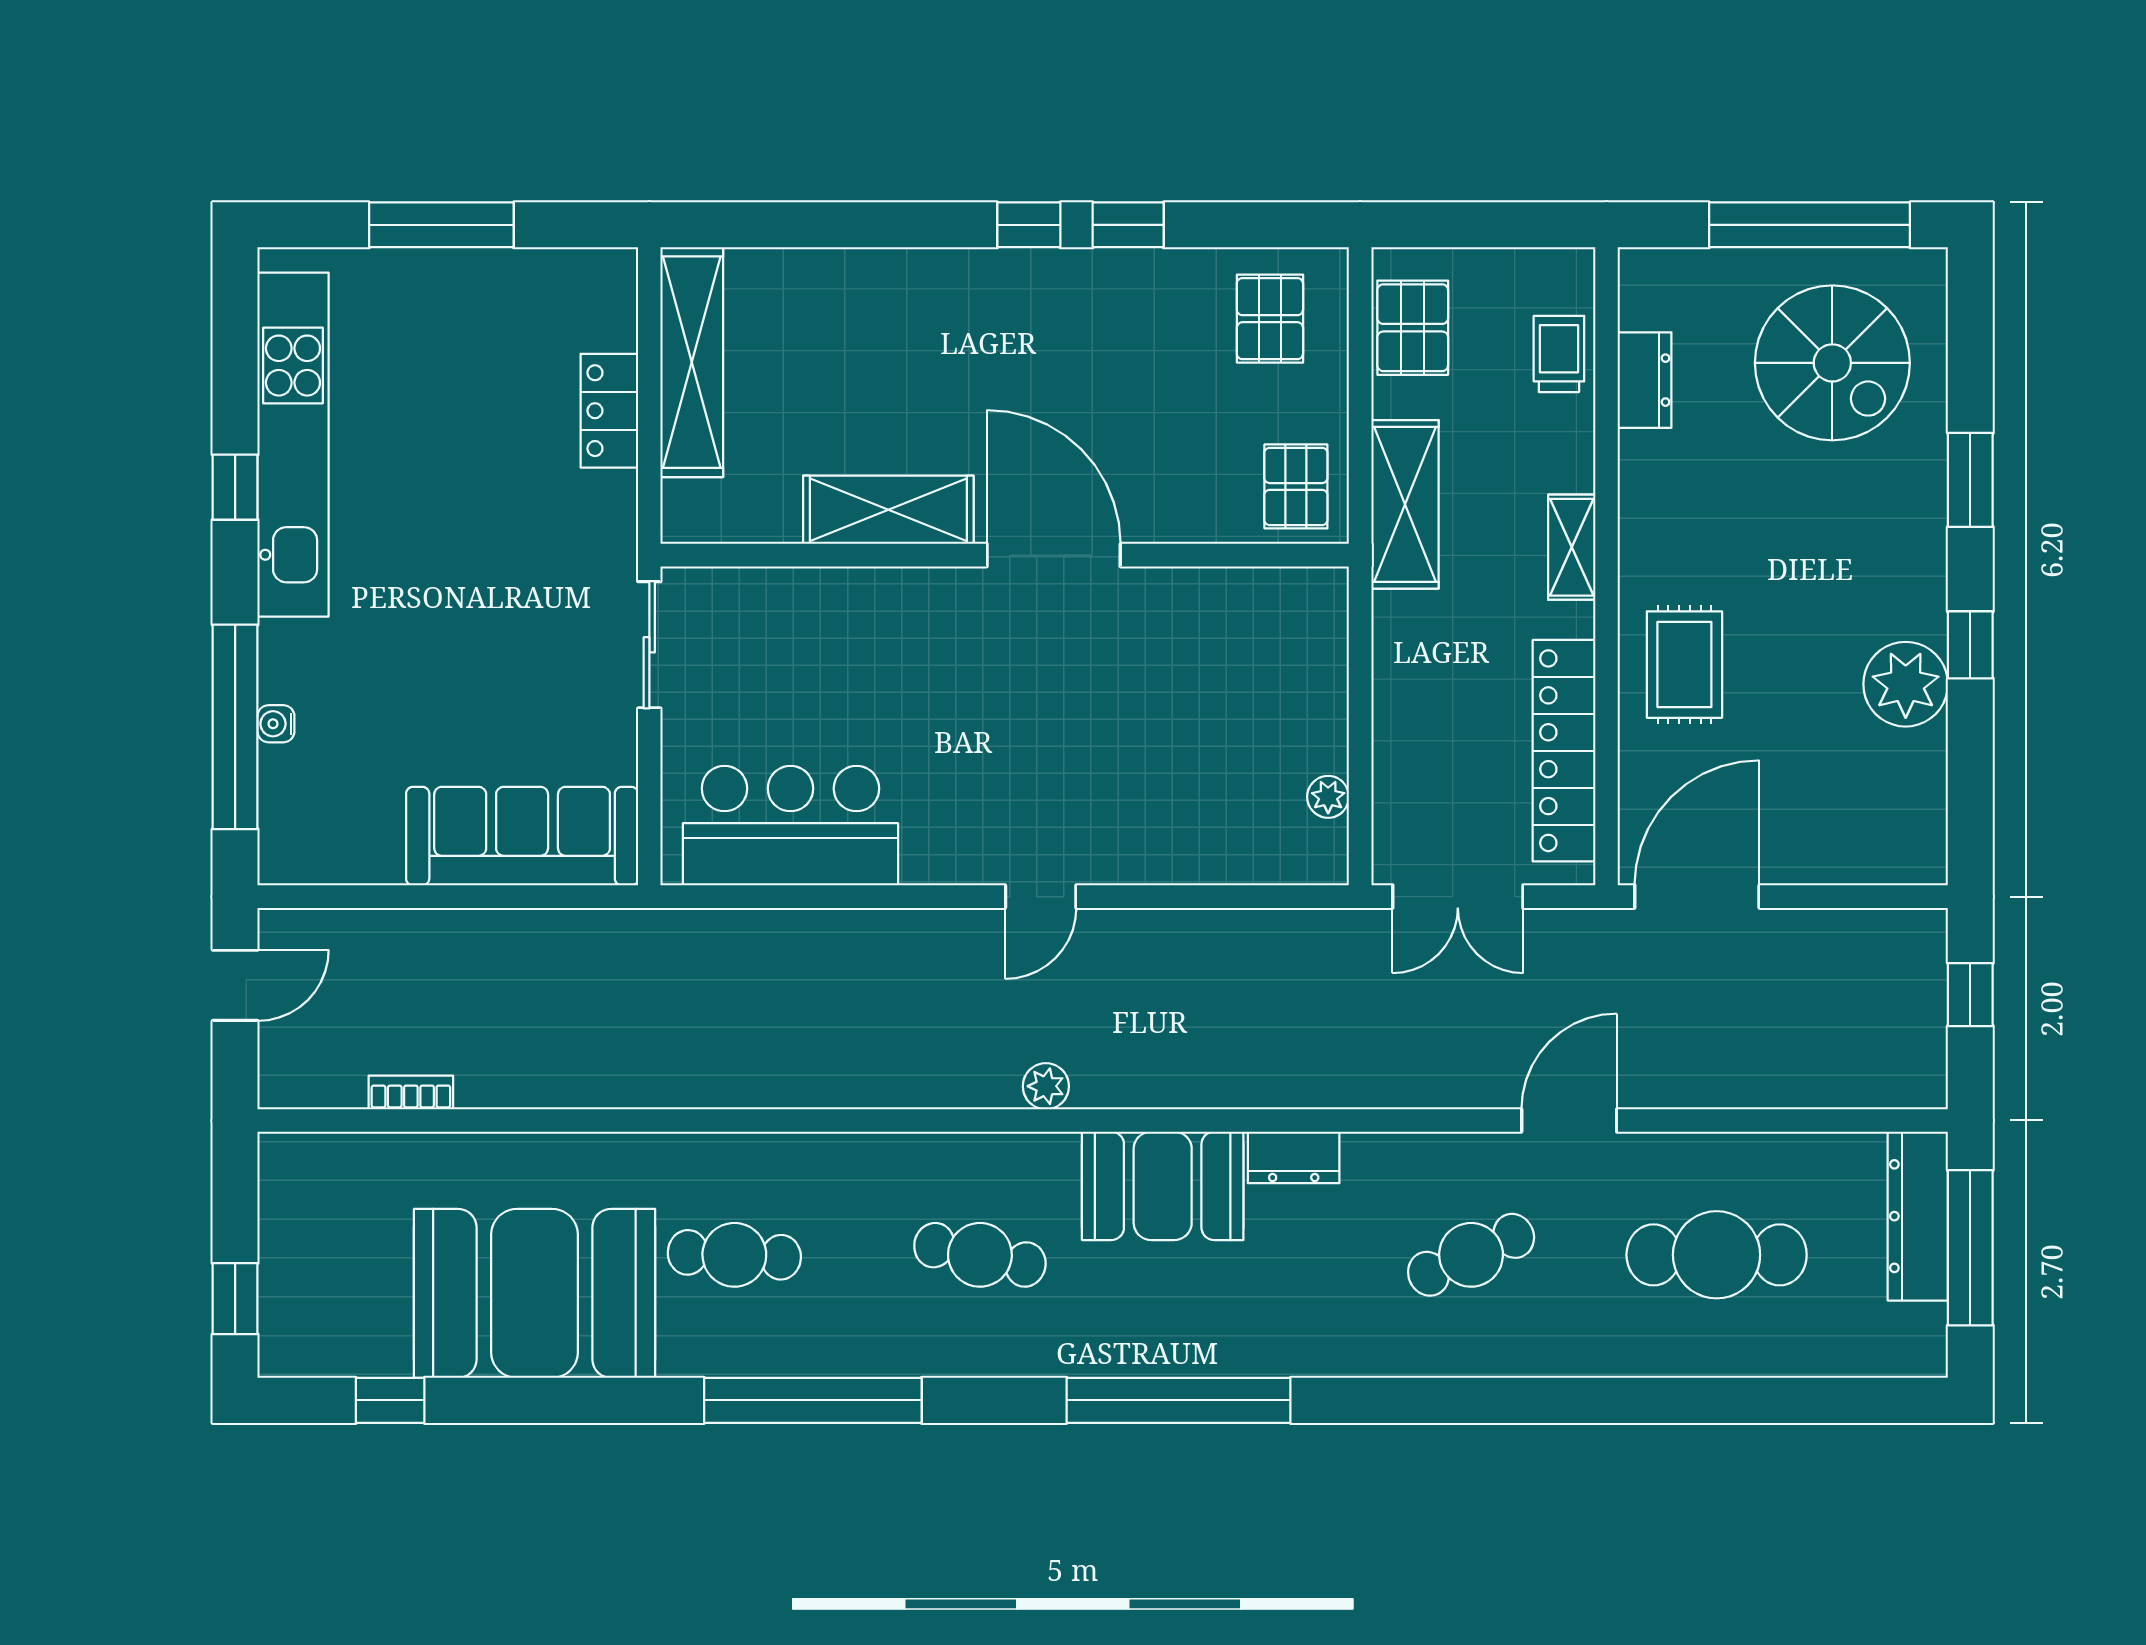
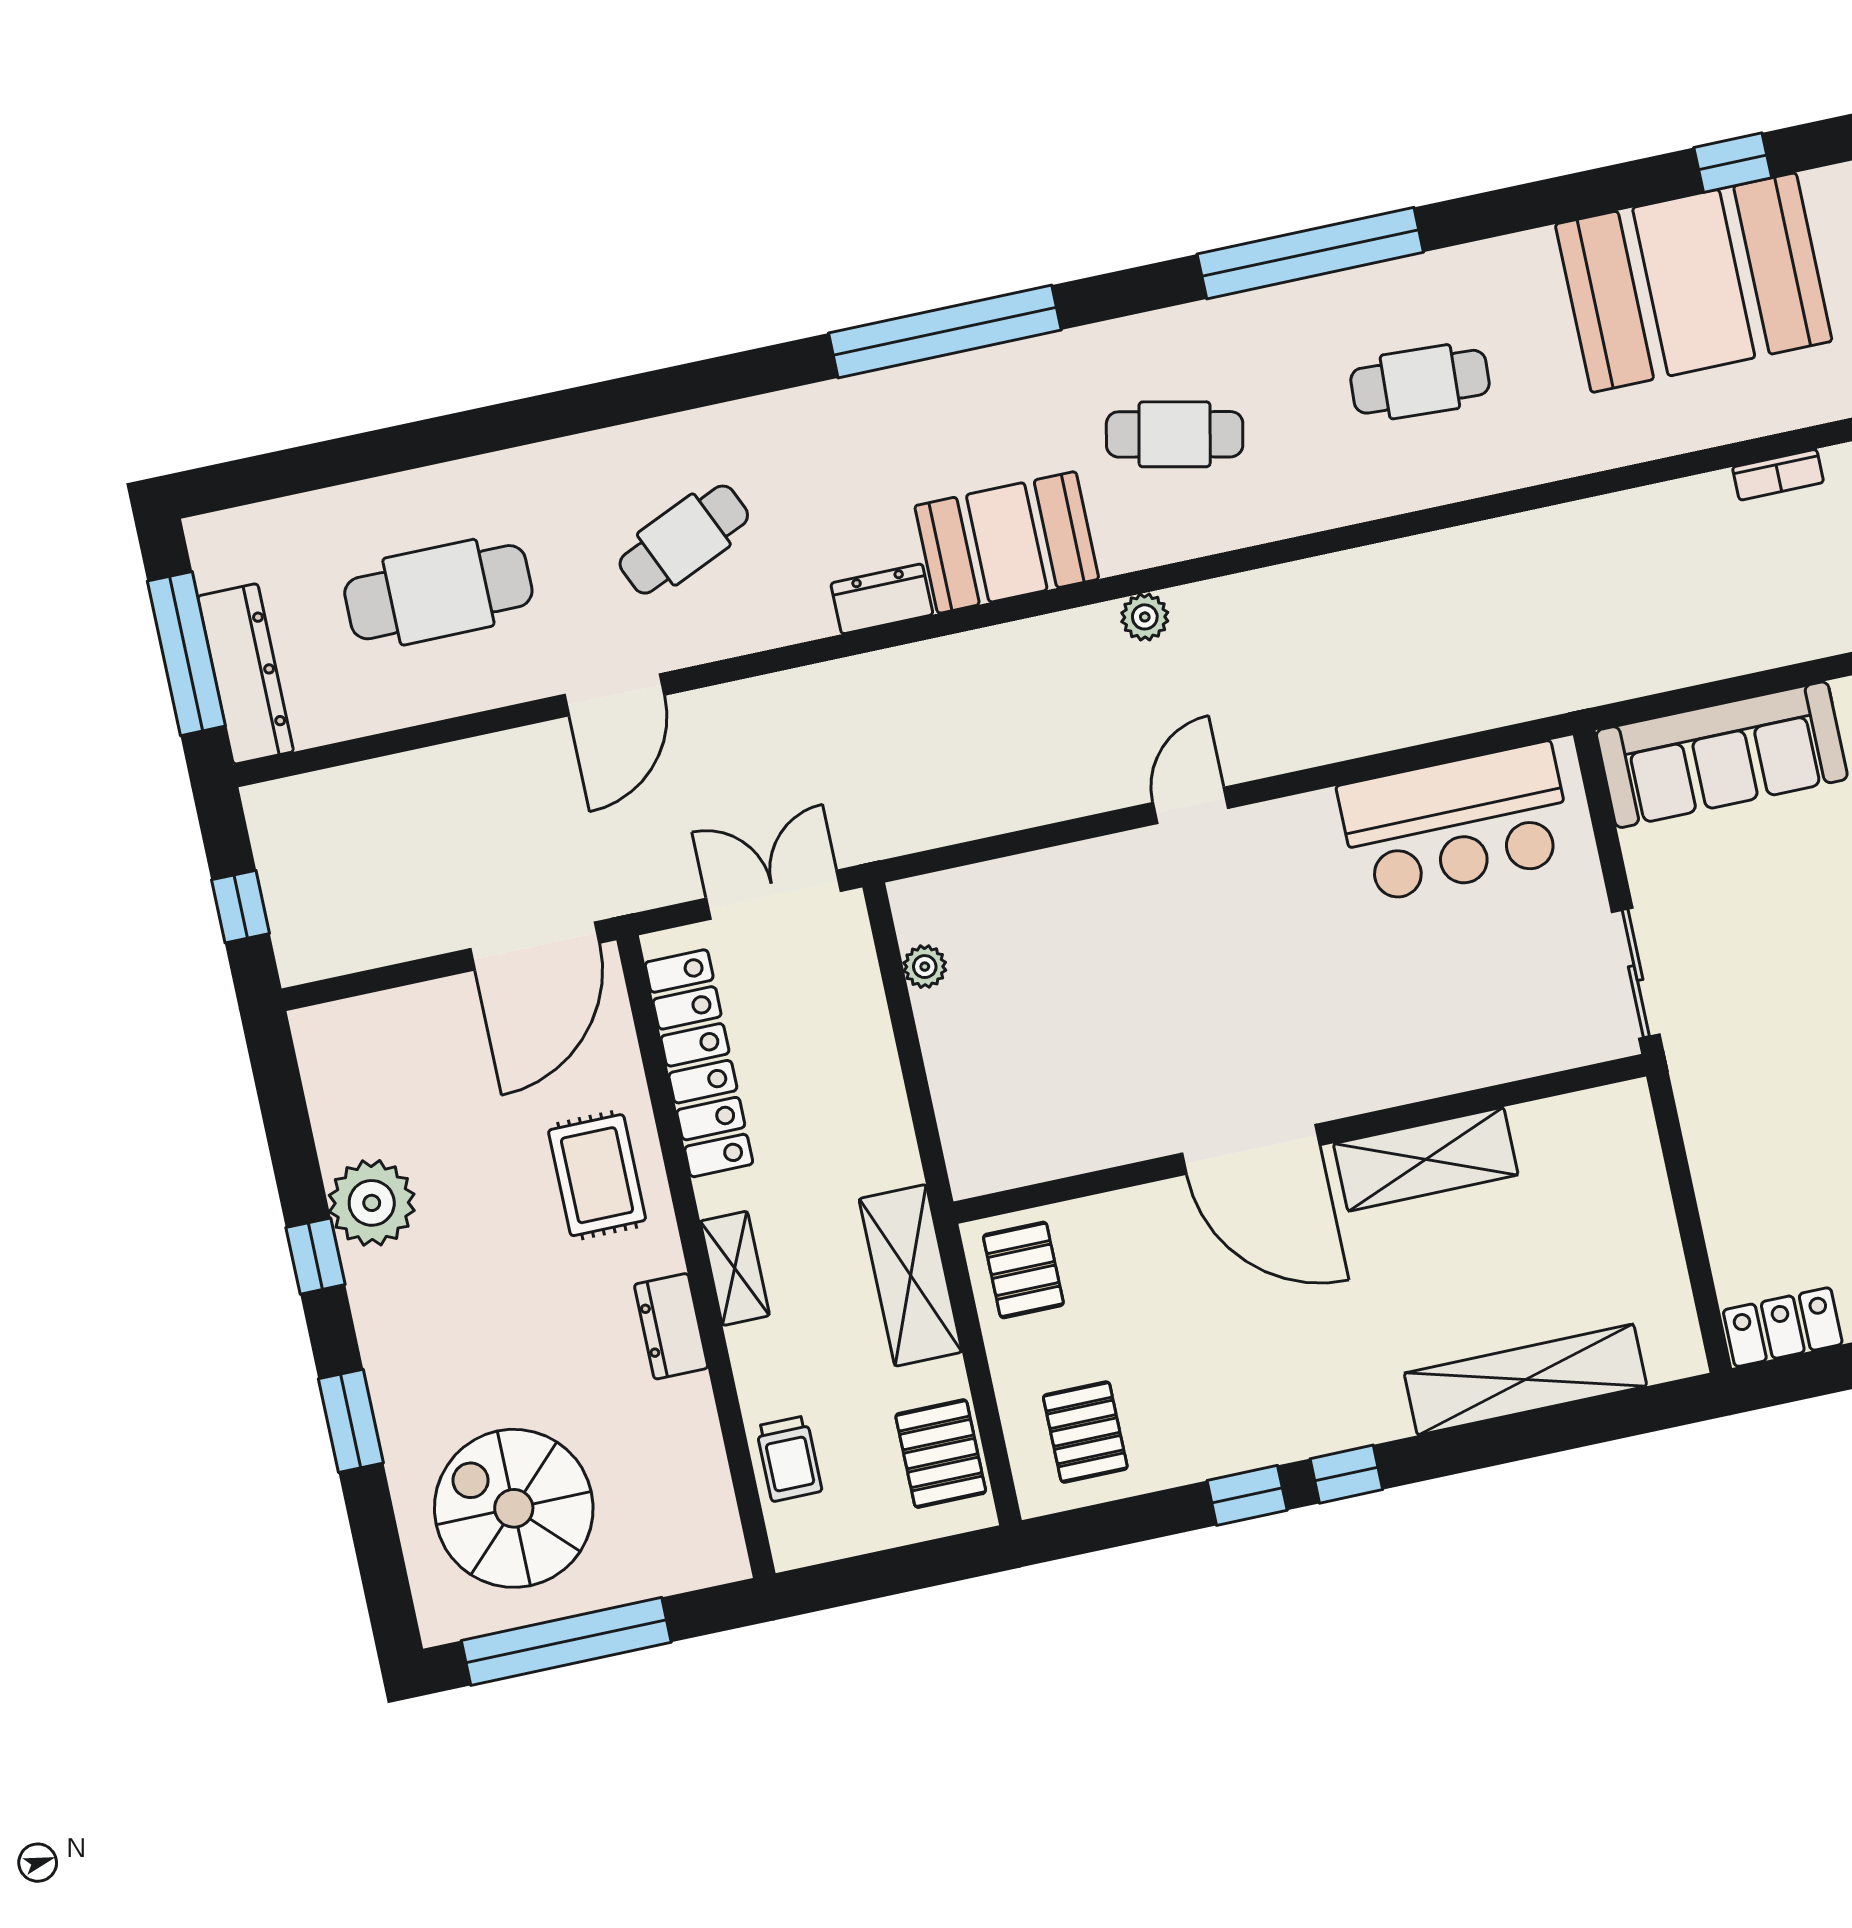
shelving: (692, 362) -> (1525, 1380), moved, turned 90
dresser: (1645, 380) -> (671, 1326), moved
locker: (609, 411) -> (1783, 1327), moved, turned -90
booth: (534, 1293) -> (1694, 283), moved

